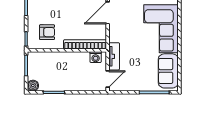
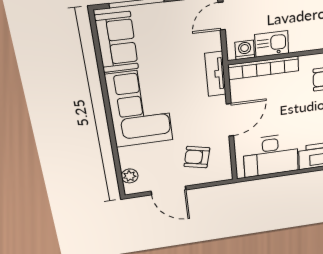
tv unit: (114, 56) -> (215, 74), moved
kitchen sink: (79, 59) -> (272, 44), added

